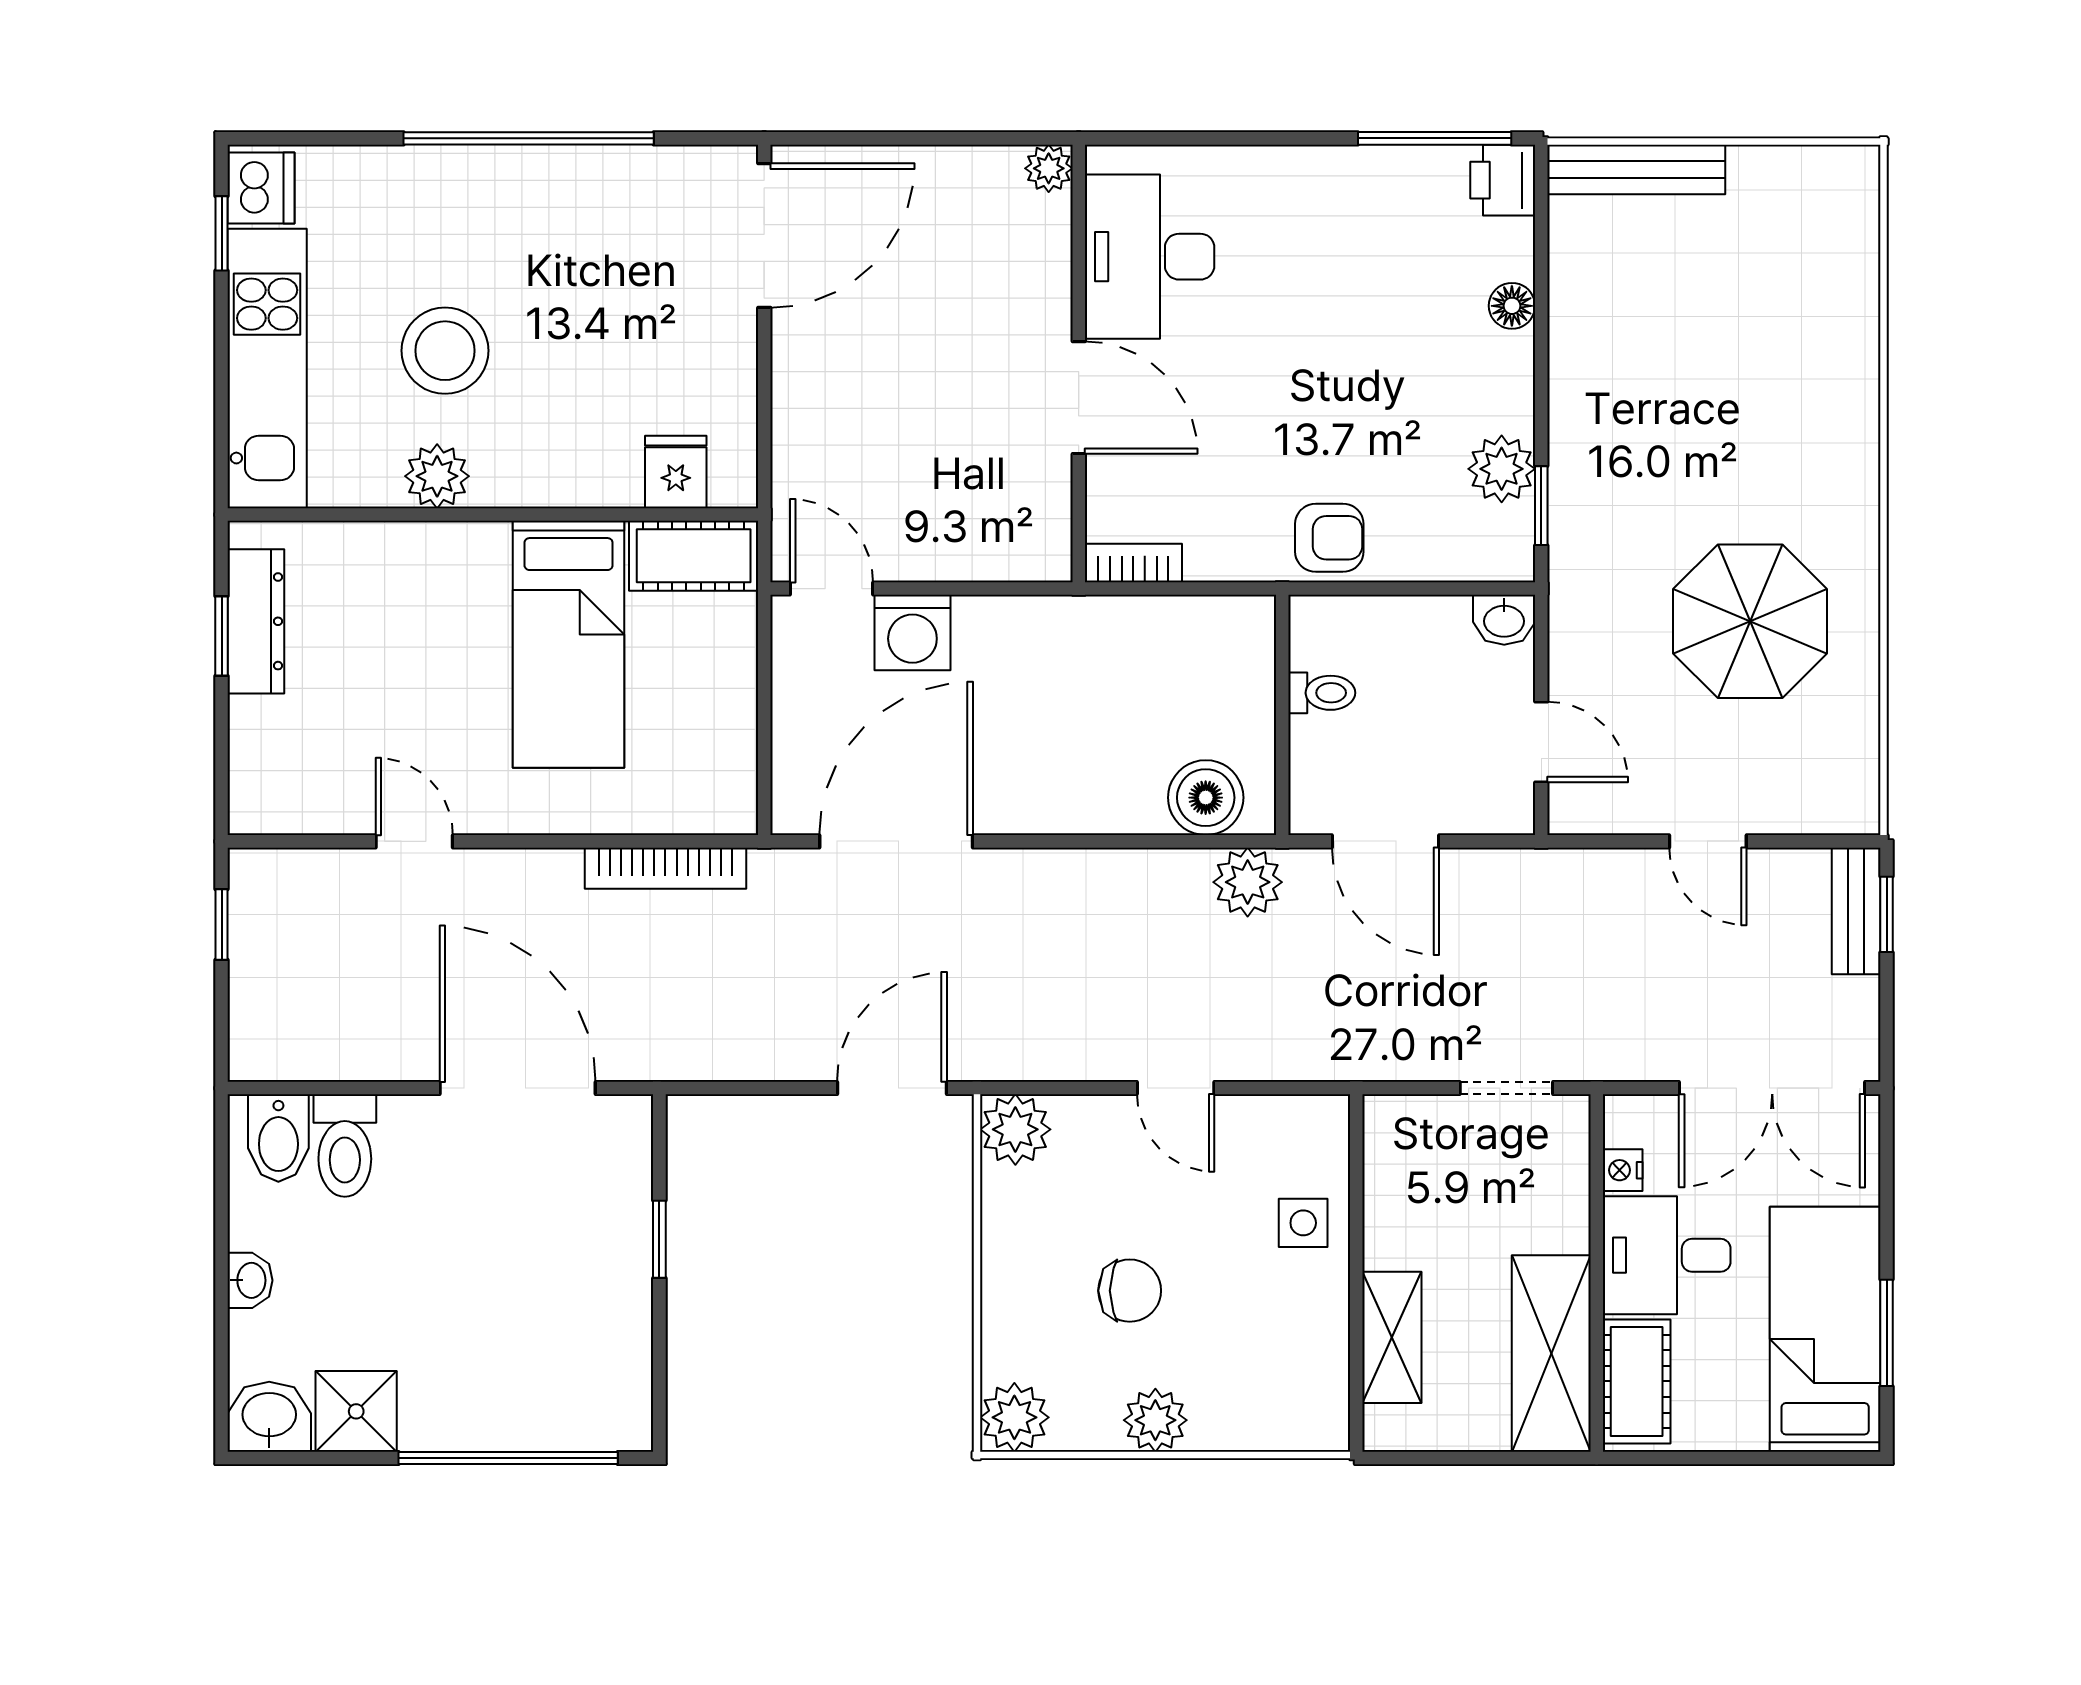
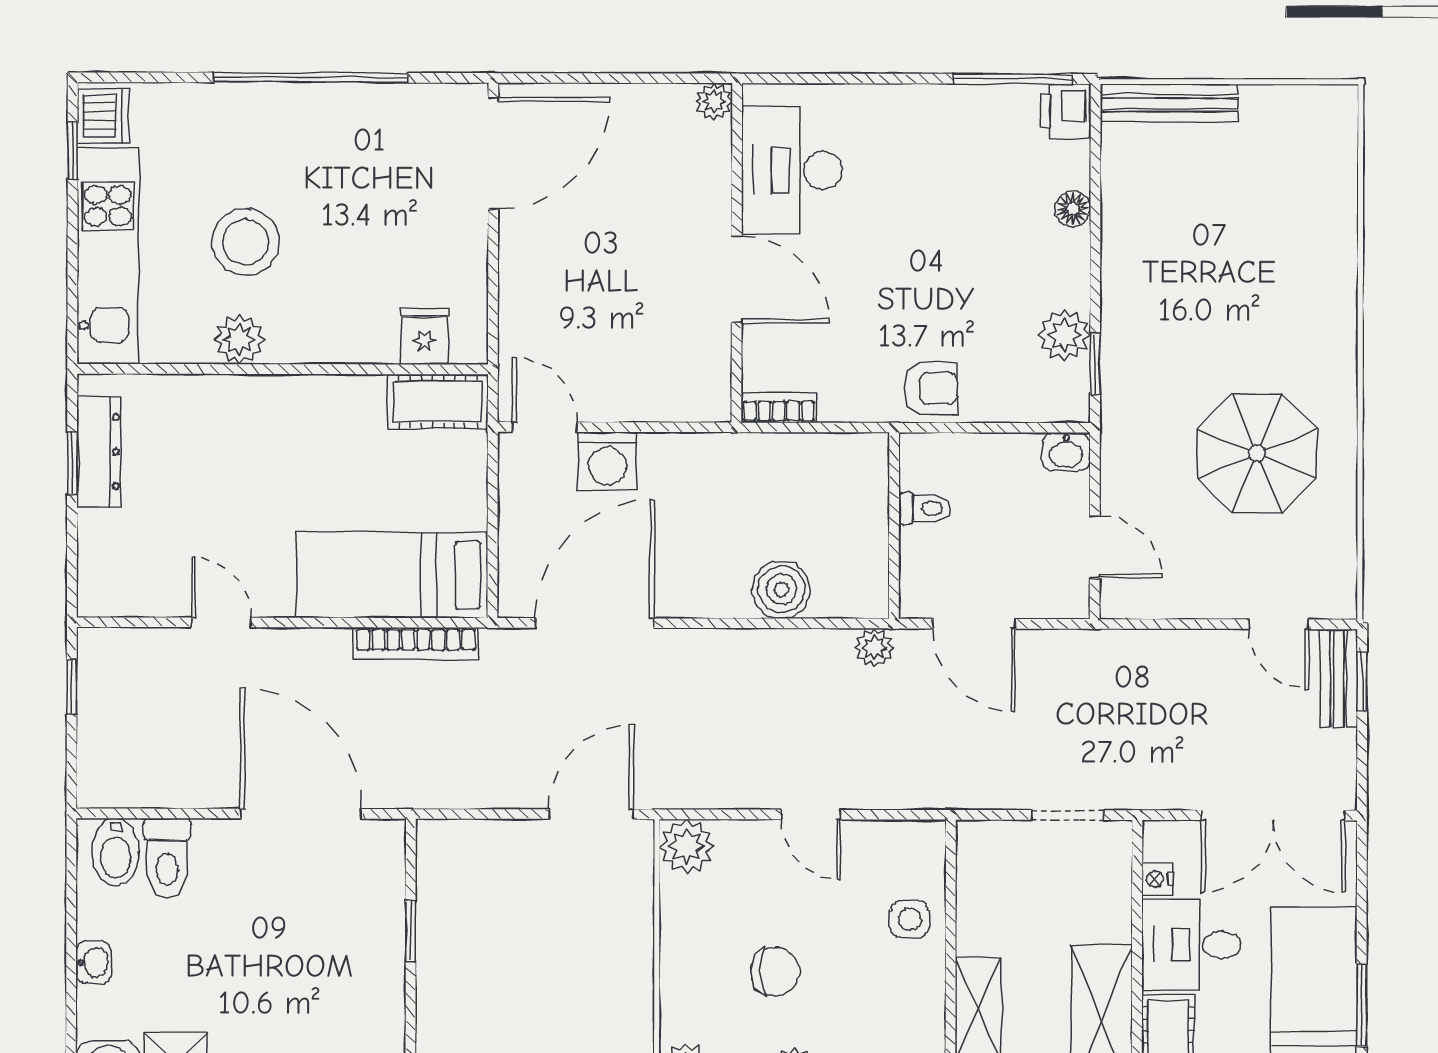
bed: (569, 644) -> (392, 575), moved, turned 90
boiler: (1206, 798) -> (781, 589), moved
door: (1708, 841) -> (1279, 624), moved
plant: (1248, 882) -> (874, 648), width x0.73, depth x0.73

